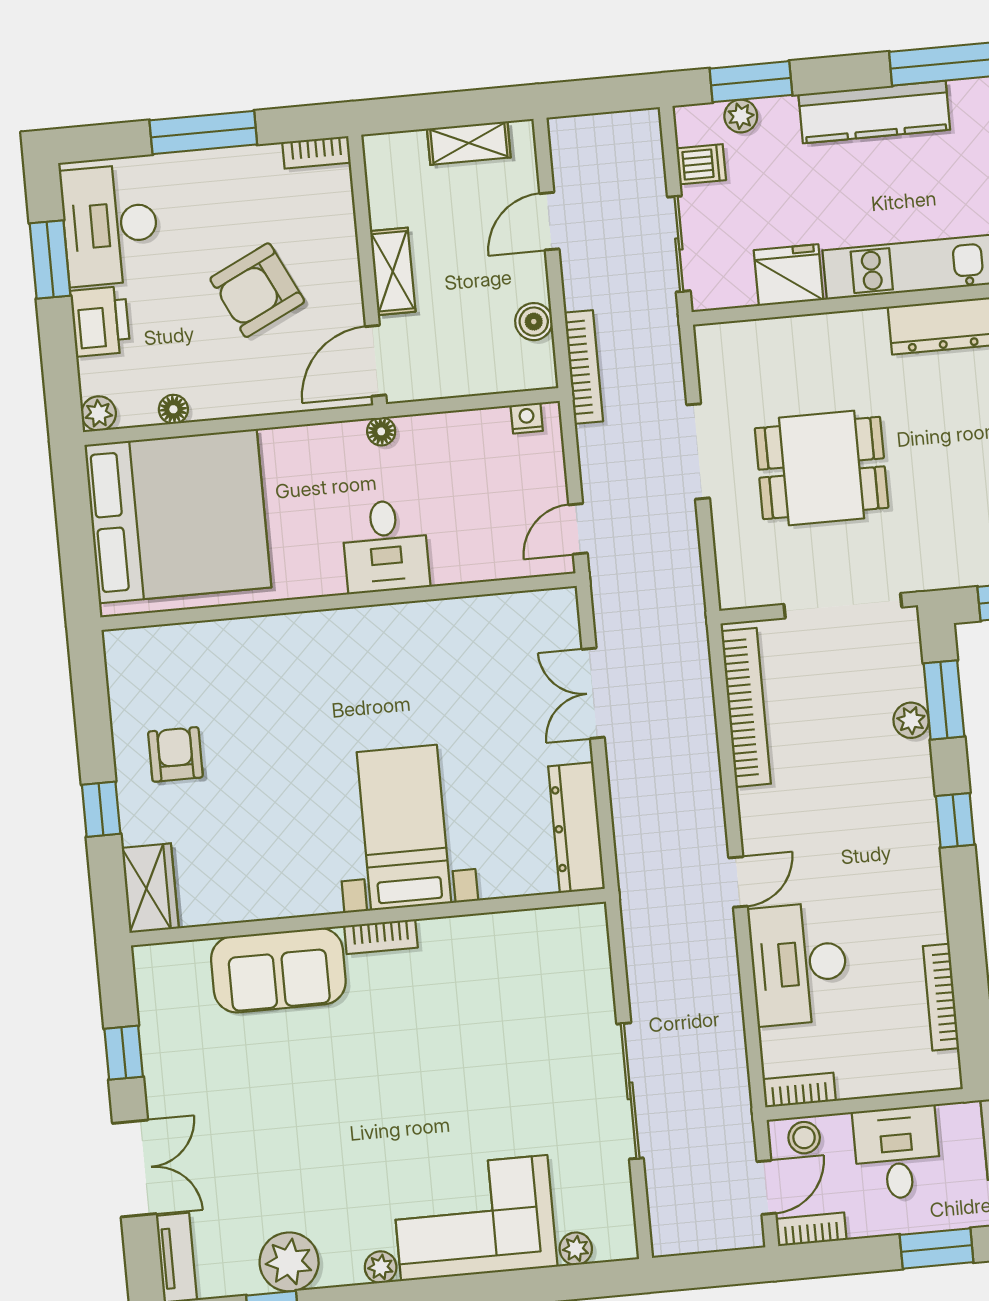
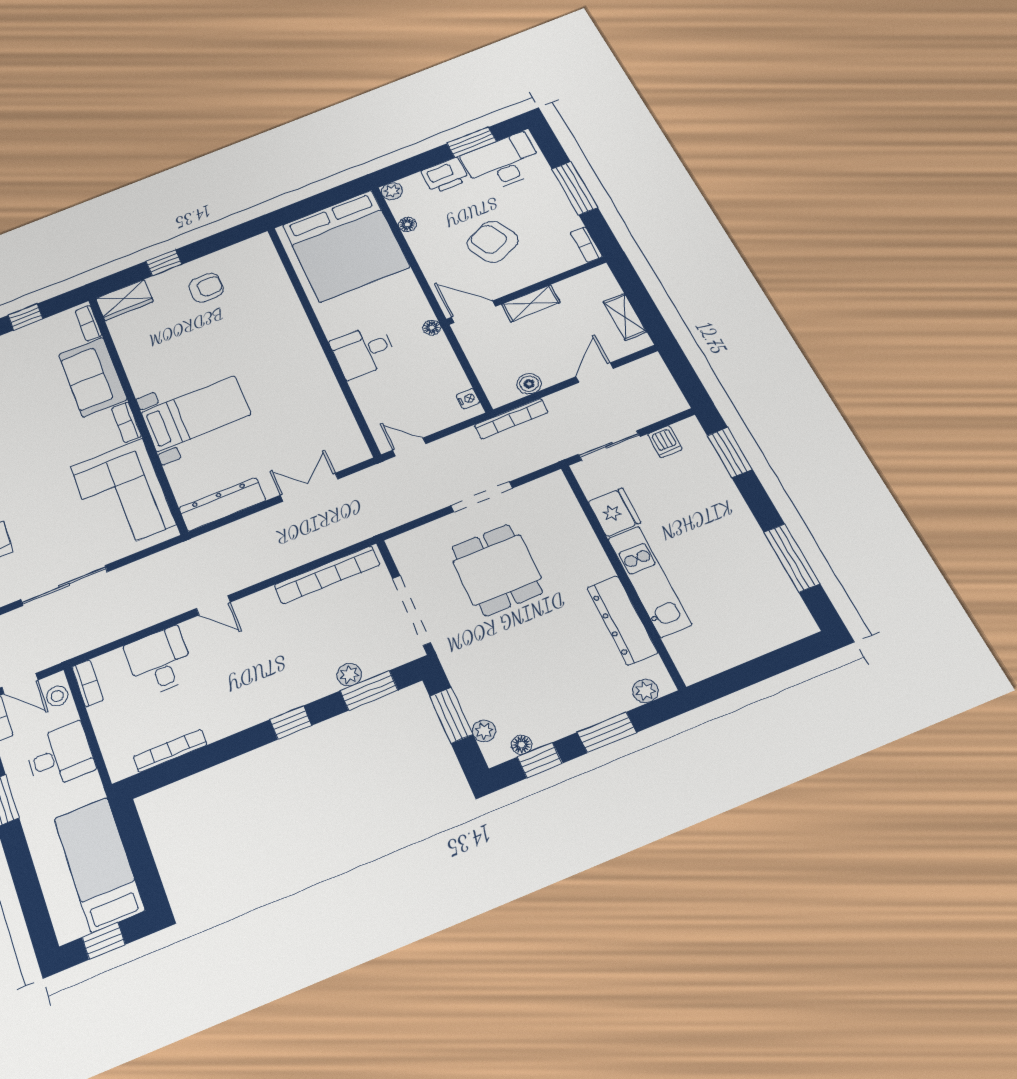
kitchen counter: (874, 112) -> (742, 528), removed
plant: (741, 116) -> (705, 454), removed
door: (549, 221) -> (595, 373), hinge flipped
bookcase: (174, 955) -> (88, 323), added
desk: (799, 964) -> (160, 661), width x0.73
corner sofa: (509, 971) -> (123, 496), added

